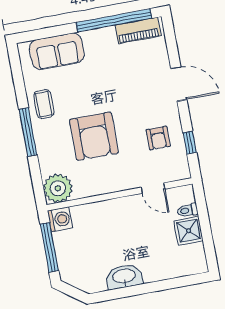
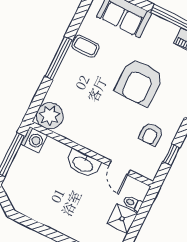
coffee table: (44, 104) -> (86, 46), turned 90
armchair: (94, 136) -> (139, 82), moved
washbasin: (124, 277) -> (83, 164), moved, turned 180

